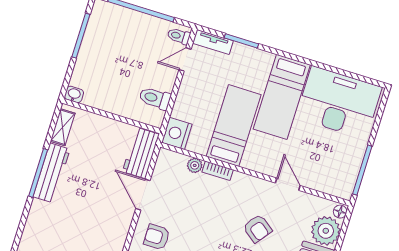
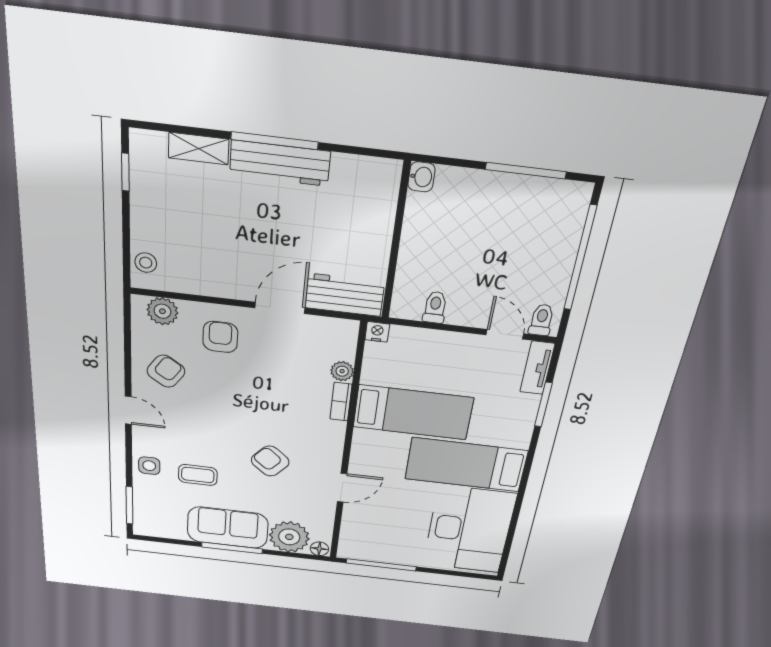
toilet: (155, 98) -> (435, 307), width x0.73, depth x0.72
shelving: (63, 127) -> (199, 149), moved
nightstand: (177, 133) -> (377, 332), width x0.53, depth x0.56
armchair: (257, 229) -> (270, 461), turned 94

